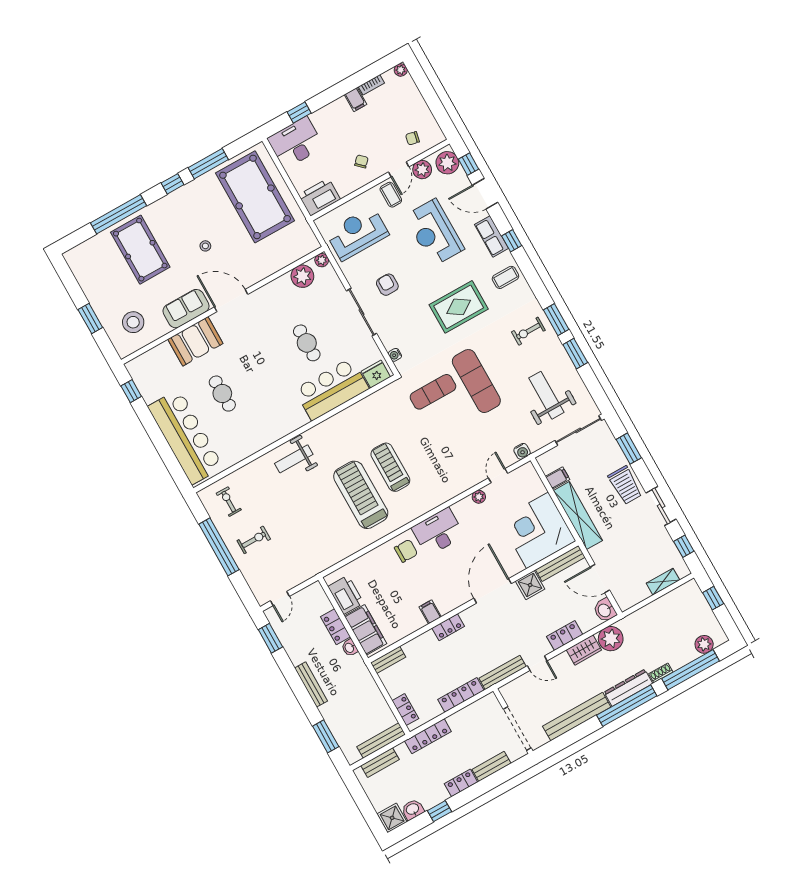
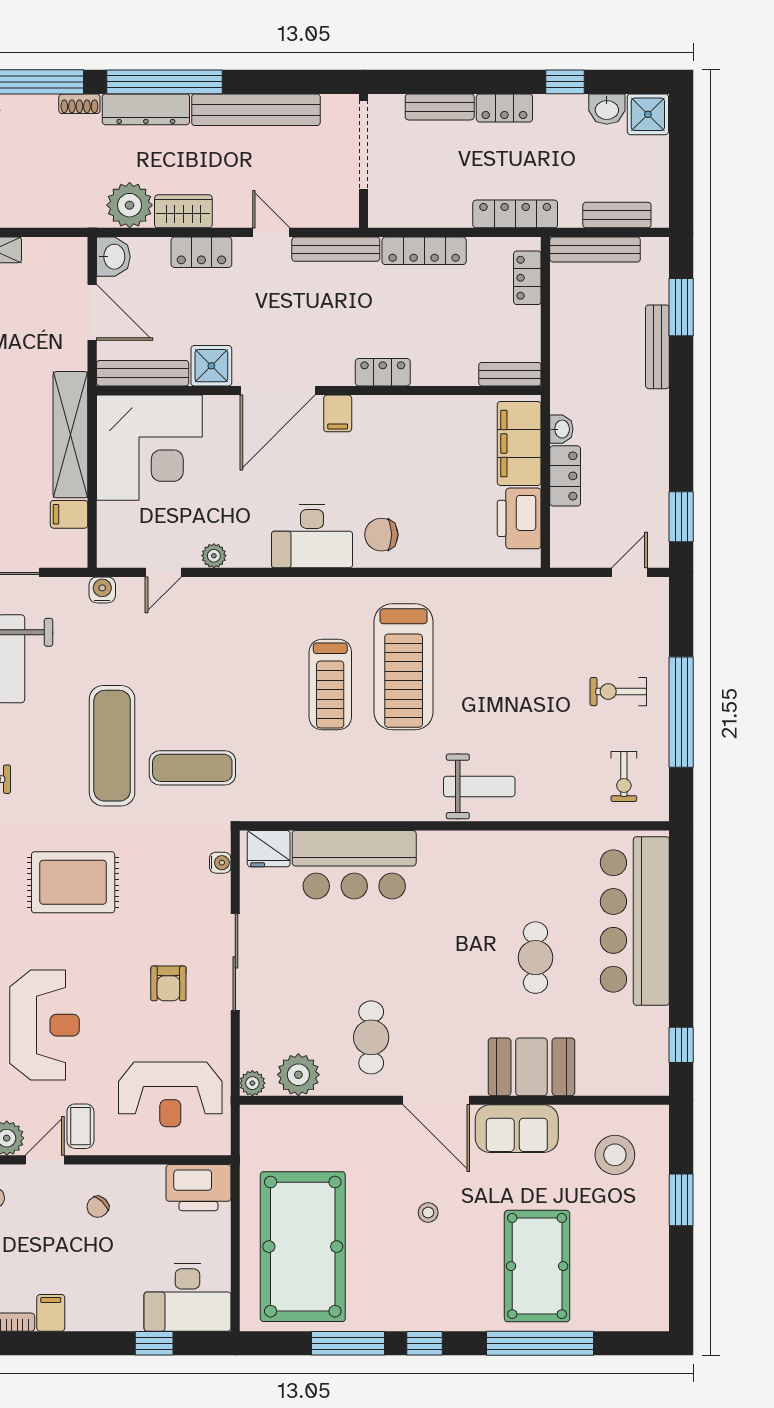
cafe table: (307, 343) -> (371, 1037), moved
filing cabinet: (430, 612) -> (338, 413), moved
bench: (311, 684) -> (657, 347), moved

